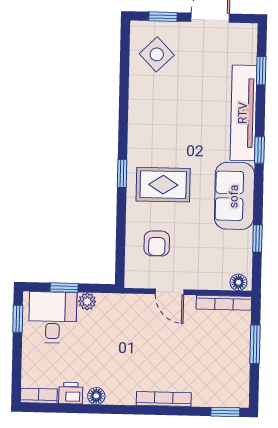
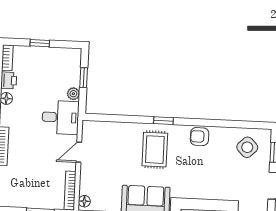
armchair: (157, 243) -> (200, 137), moved
desk: (53, 317) -> (60, 117), moved
window: (18, 319) -> (40, 43), moved

